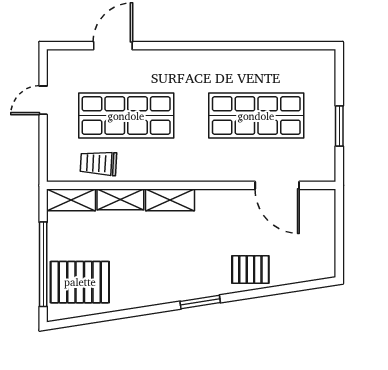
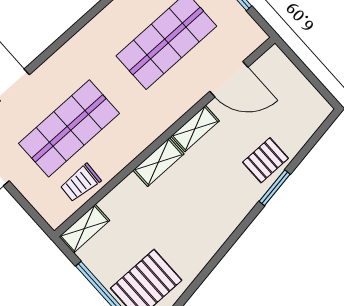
shelving: (120, 199) -> (195, 129), moved
window: (200, 302) -> (275, 188), moved

